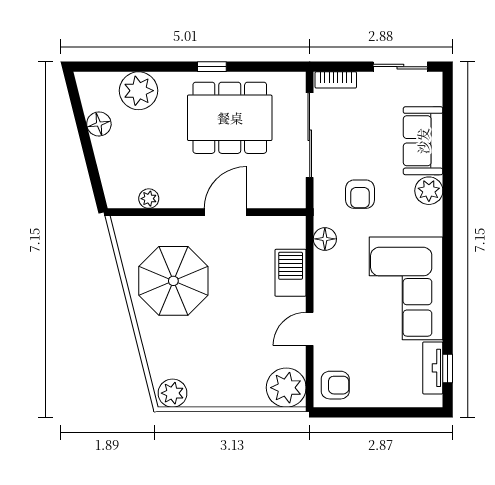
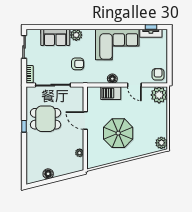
plant: (138, 91) -> (34, 157), removed
dining table: (230, 118) -> (46, 119), width x0.73
floor lamp: (325, 239) -> (112, 79), moved
parasol: (173, 281) -> (118, 133), moved

